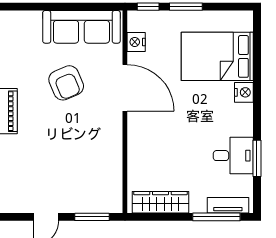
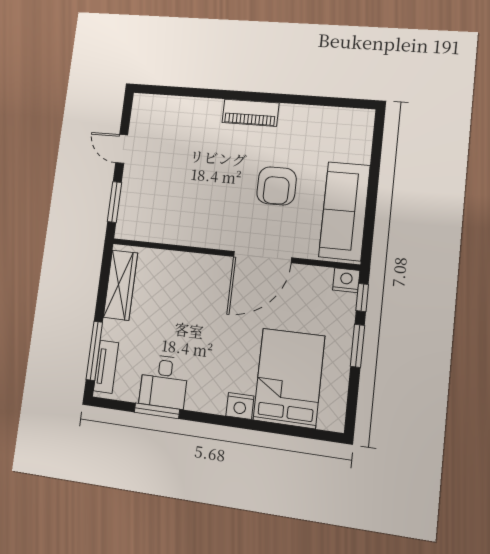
nightstand: (136, 42) -> (346, 280), moved
armchair: (66, 83) -> (277, 186), turned -67

